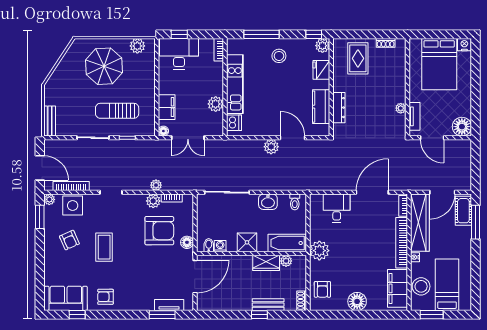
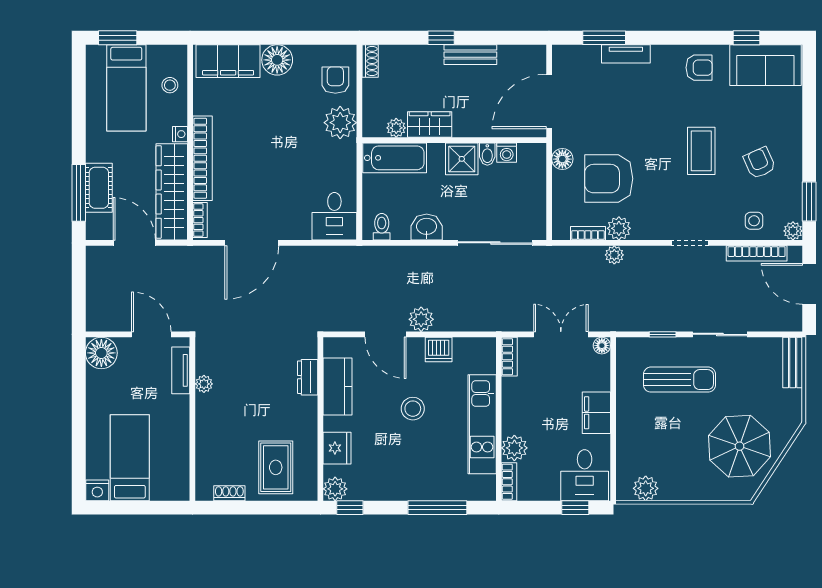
desk: (179, 54) -> (585, 475), width x0.73
stool: (279, 56) -> (413, 409), moved
bed: (439, 64) -> (130, 458), width x0.67
parasol: (104, 66) -> (739, 446), moved
plant: (216, 104) -> (514, 448), moved
filing cabinet: (167, 107) -> (596, 413), moved
dresser: (339, 108) -> (308, 377), width x0.70
dishwasher: (234, 123) -> (439, 349), moved, turned -90
bookcase: (219, 124) -> (509, 357), added
door: (442, 192) -> (134, 243), hinge flipped
side table: (73, 205) -> (754, 221), width x0.54, depth x0.54
desk: (337, 208) -> (334, 216), moved
cot: (463, 211) -> (99, 188), moved
bidet: (209, 245) -> (487, 154), moved
plant: (319, 251) -> (340, 123), moved
stool: (421, 286) -> (170, 85), width x0.53, depth x0.53
filing cabinet: (397, 288) -> (228, 61), moved, turned 90
tv unit: (169, 305) -> (626, 54), moved
bench: (268, 305) -> (470, 55), moved
window: (432, 315) -> (118, 38), moved

